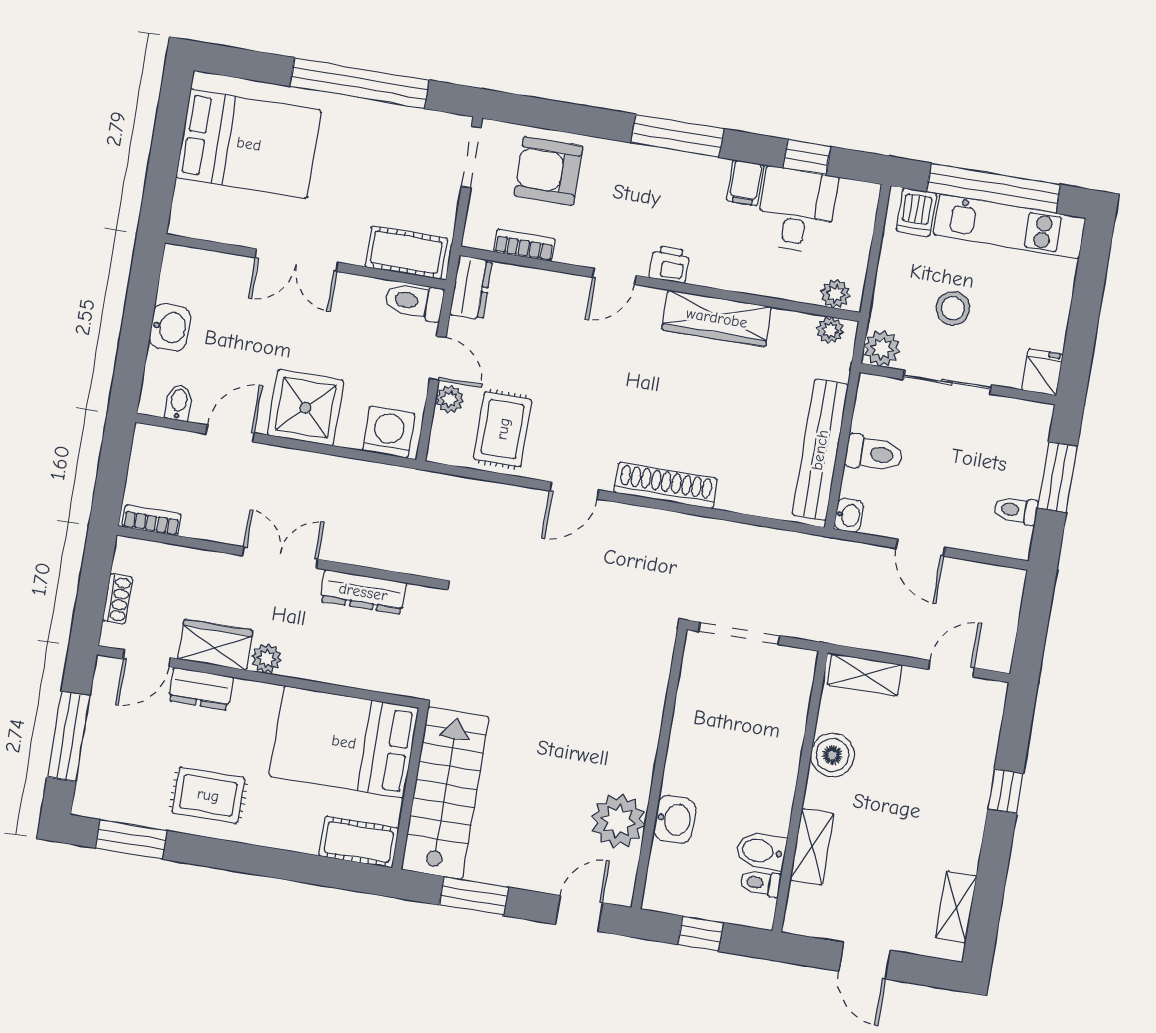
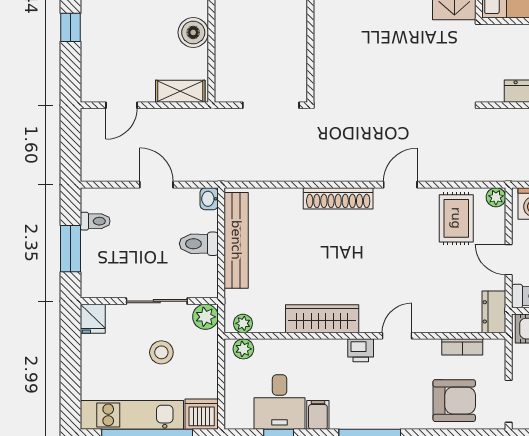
dishwasher: (917, 212) -> (202, 414), width x1.38
plant: (450, 399) -> (496, 197), moved

